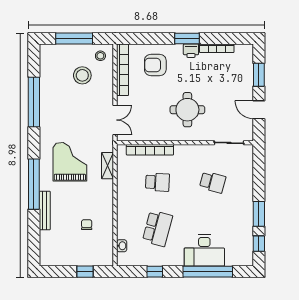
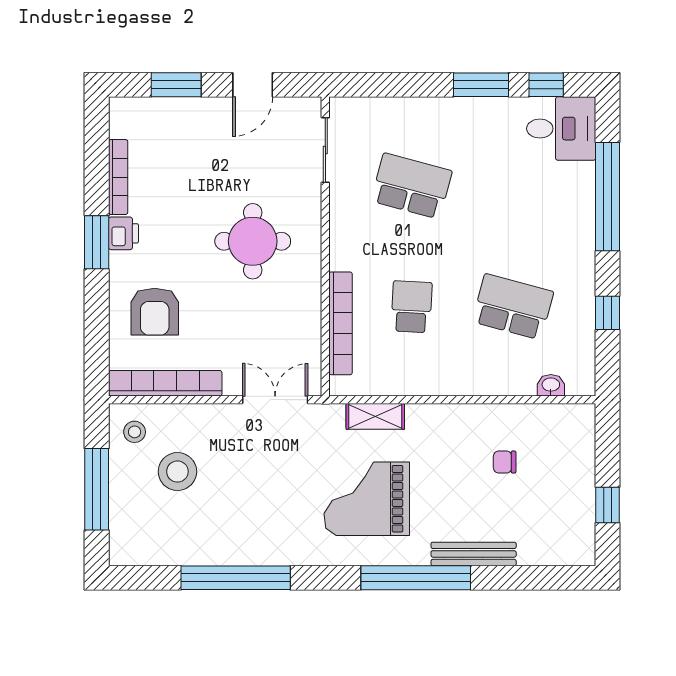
school desk: (213, 182) -> (412, 186), width x1.85
desk: (204, 250) -> (561, 129), moved, width x0.73
window: (85, 272) -> (608, 505), moved

